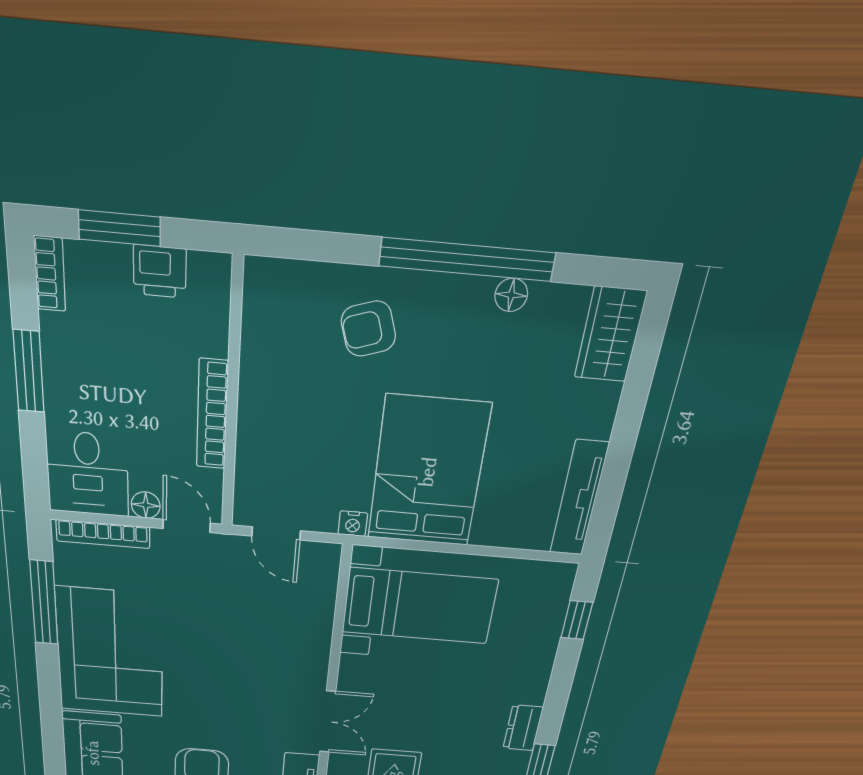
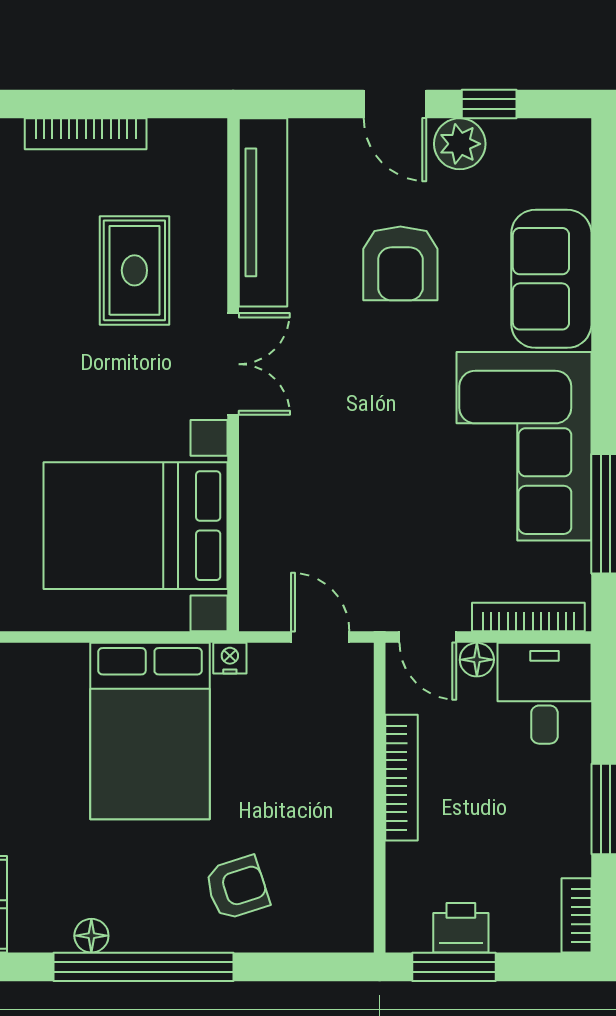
window: (120, 228) -> (454, 967), moved
bed with nightstands: (419, 606) -> (136, 526), width x1.36
double door: (328, 722) -> (233, 364), swing flipped

